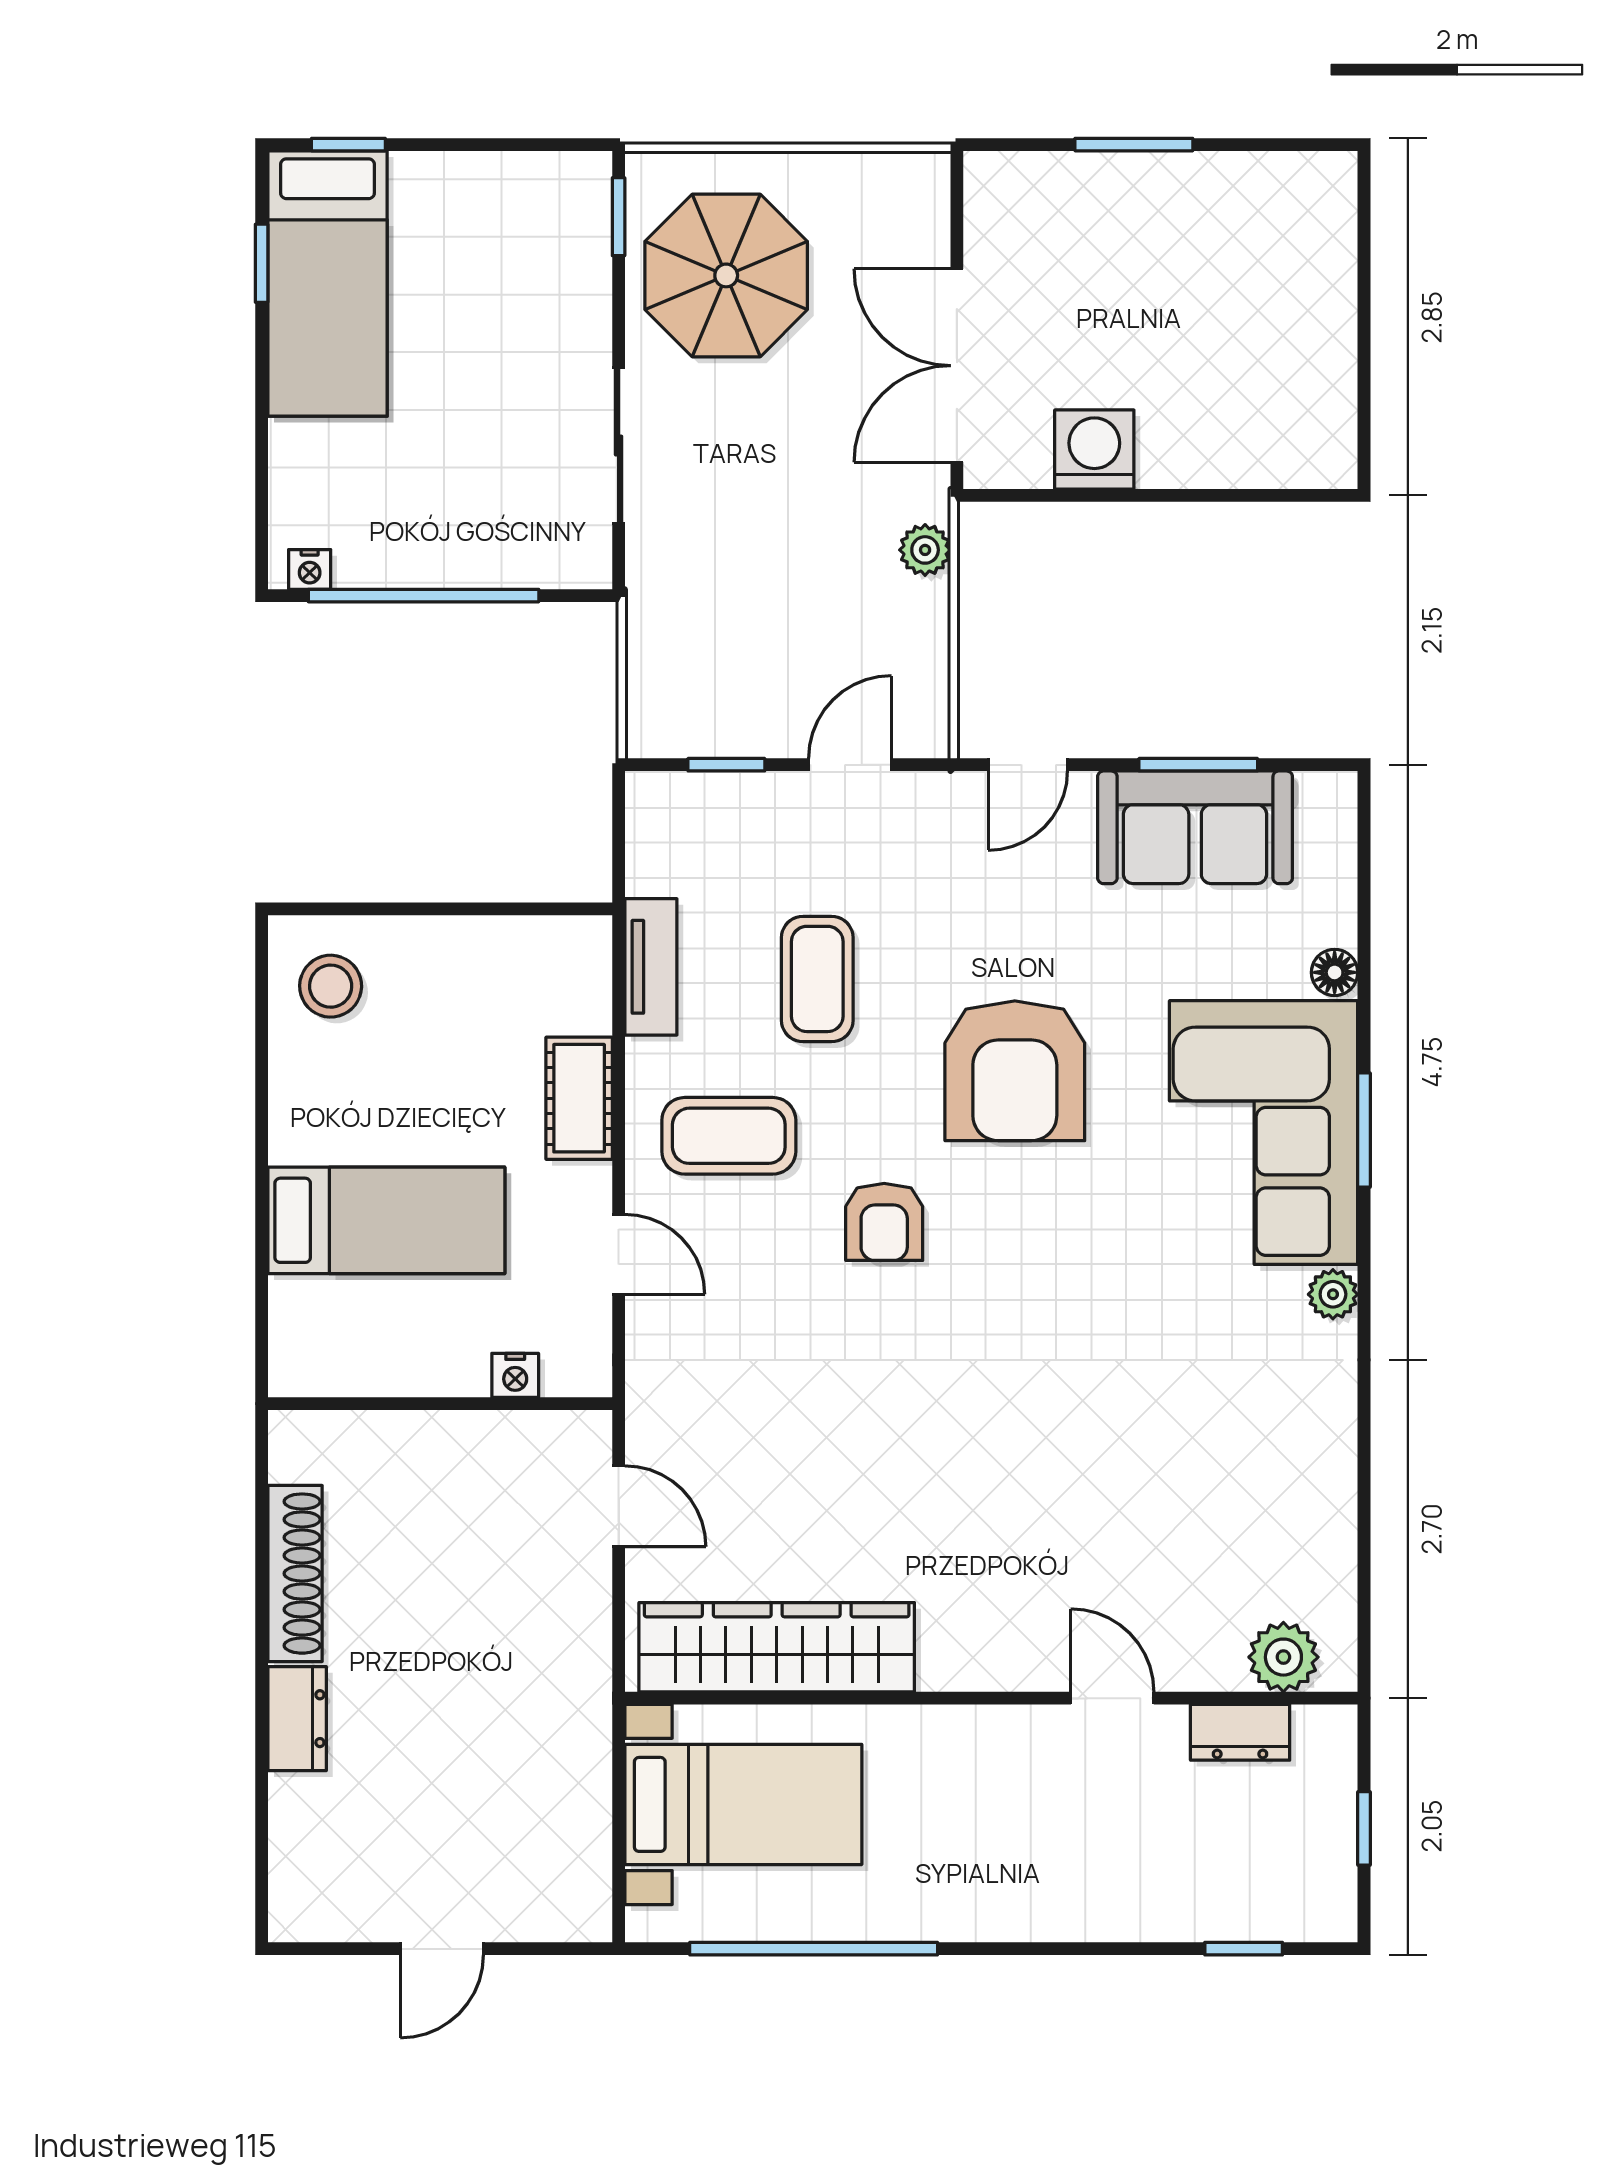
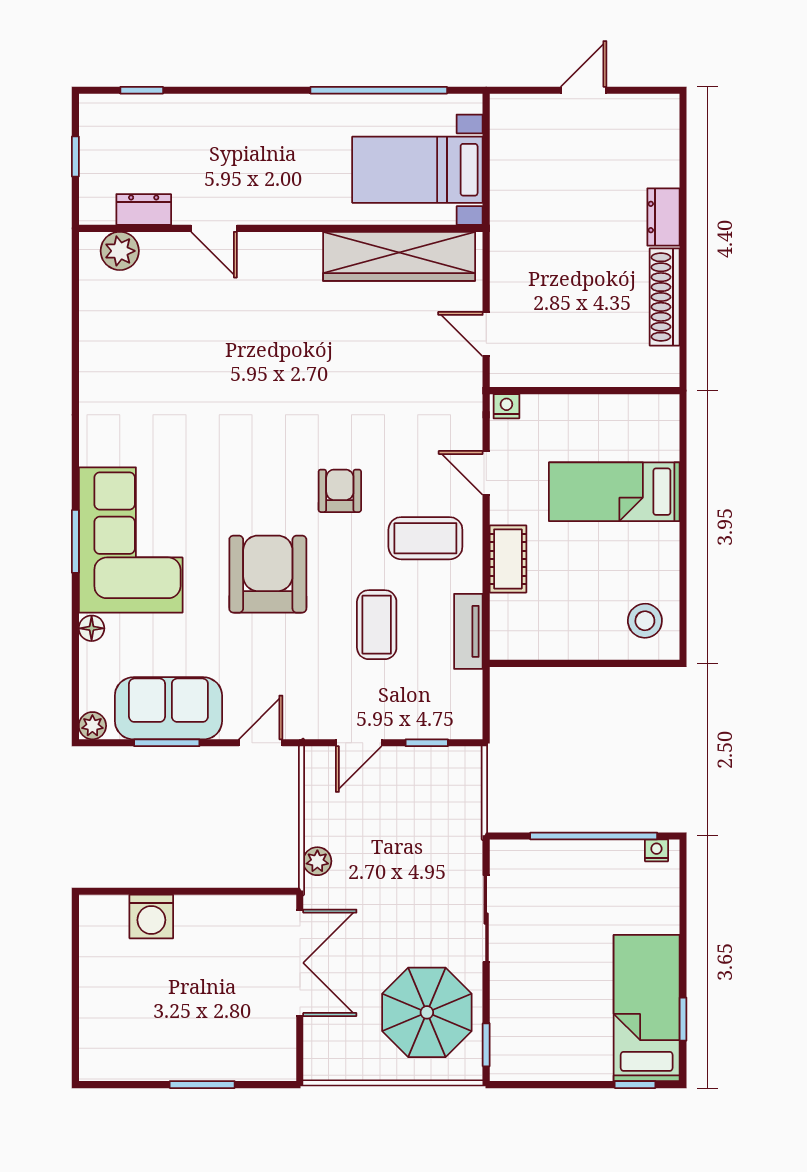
washing machine: (1094, 450) -> (151, 917), moved
plant: (1333, 1294) -> (92, 726), moved
nightstand: (515, 1375) -> (506, 406), moved

